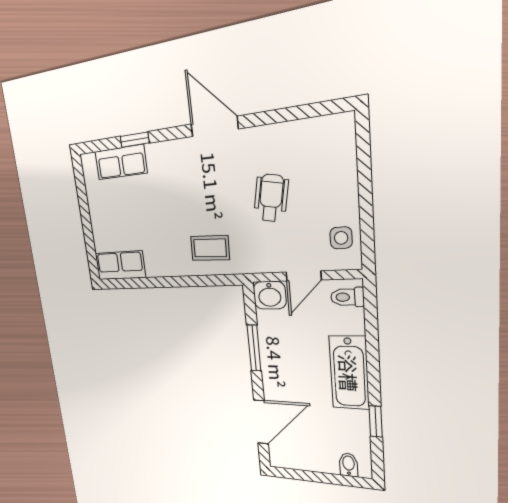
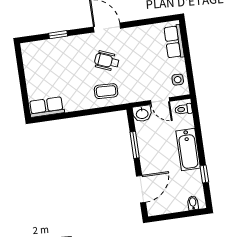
row of seats: (121, 162) -> (174, 42), moved, turned 90
wheelchair: (271, 198) -> (107, 61), moved, turned -79
door: (304, 276) -> (160, 101), hinge flipped

